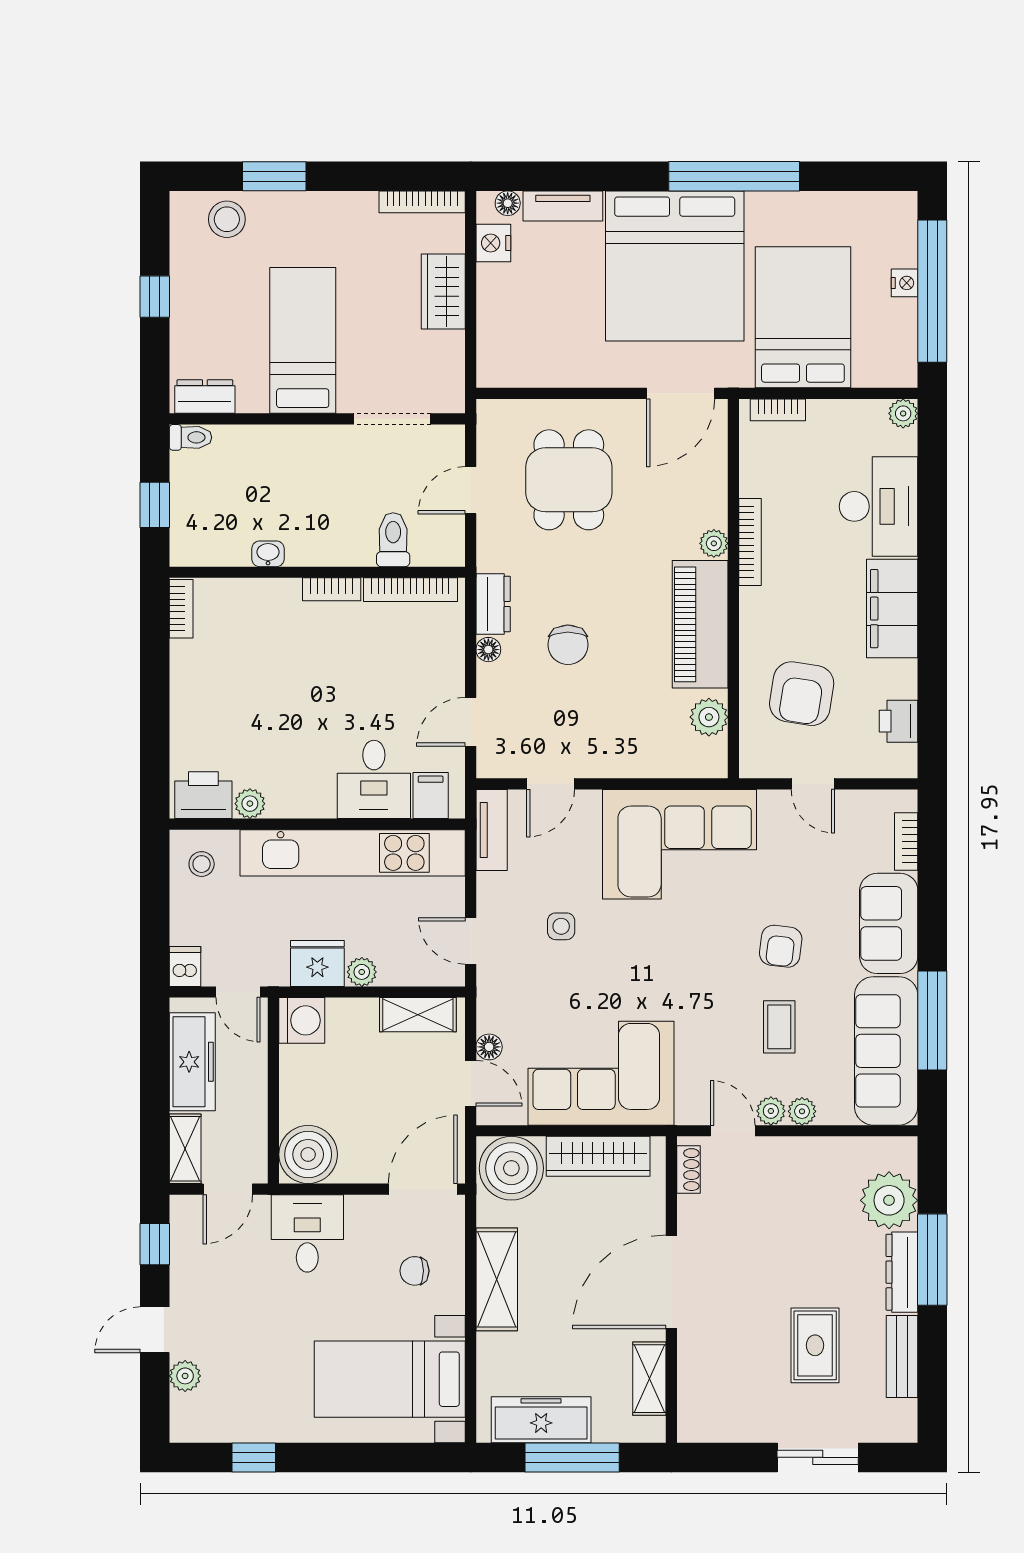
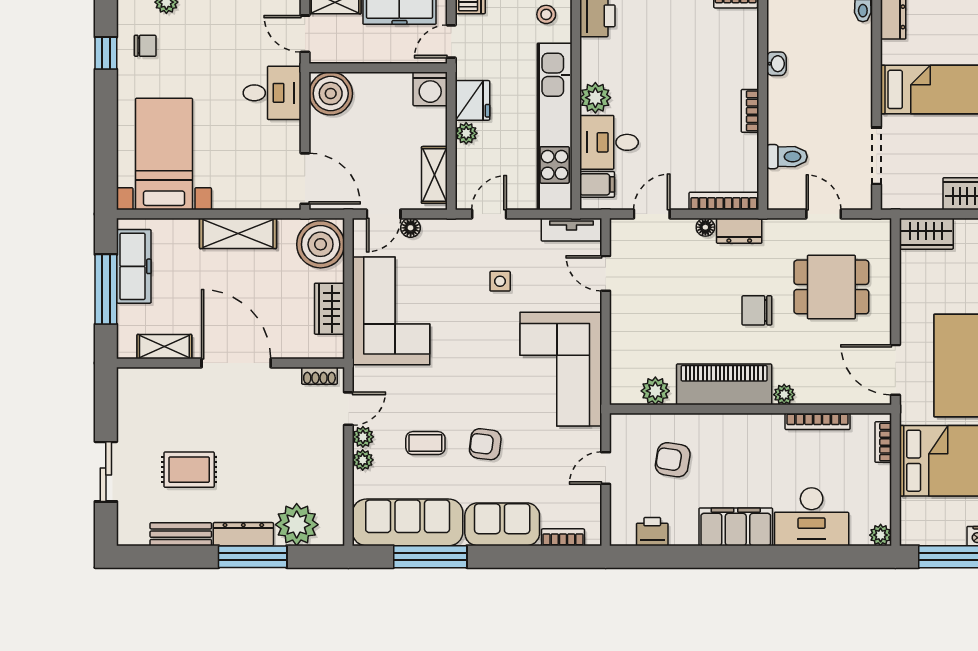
wardrobe: (497, 352) -> (926, 234), added
bookcase: (750, 542) -> (818, 421), moved
bookcase: (410, 590) -> (724, 201), moved, turned 90
chair: (568, 645) -> (757, 310), moved
armchair: (802, 694) -> (673, 460), width x0.72, depth x0.72
door: (471, 722) -> (652, 214), hinge flipped
plant: (250, 804) -> (595, 98), moved, width x1.38, depth x1.38
wardrobe: (598, 1156) -> (329, 309), width x0.67
chair: (415, 1271) -> (145, 46), moved, turned 90

